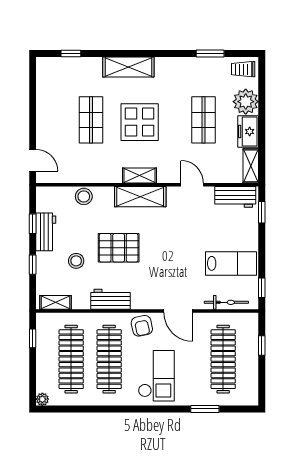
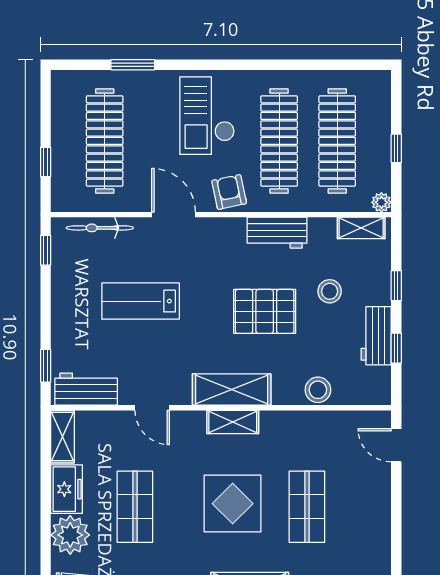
lab bench: (231, 263) -> (141, 301), moved
window: (33, 338) -> (396, 148), moved
plant: (42, 399) -> (381, 202), moved

